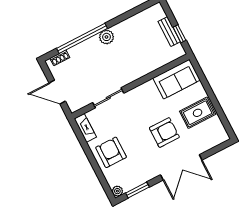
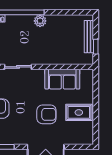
bench: (169, 32) -> (89, 37), width x1.36
sofa: (177, 79) -> (62, 79), moved

